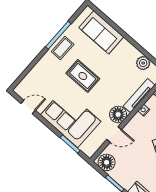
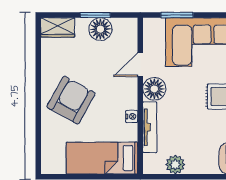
floor lamp: (107, 162) -> (100, 29), moved

